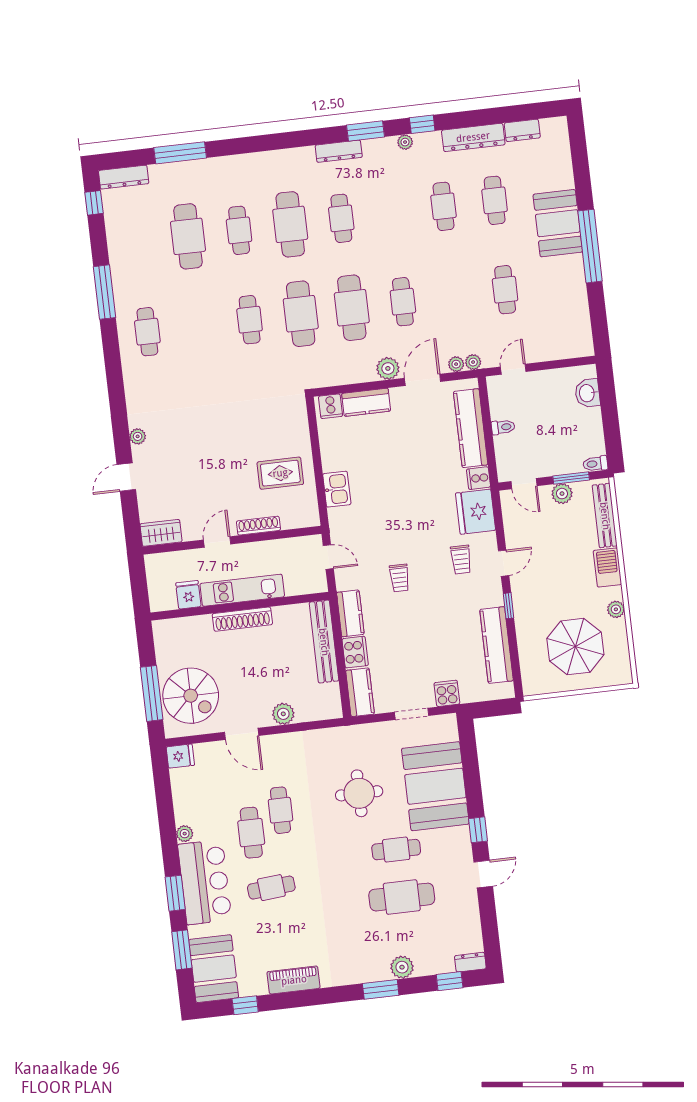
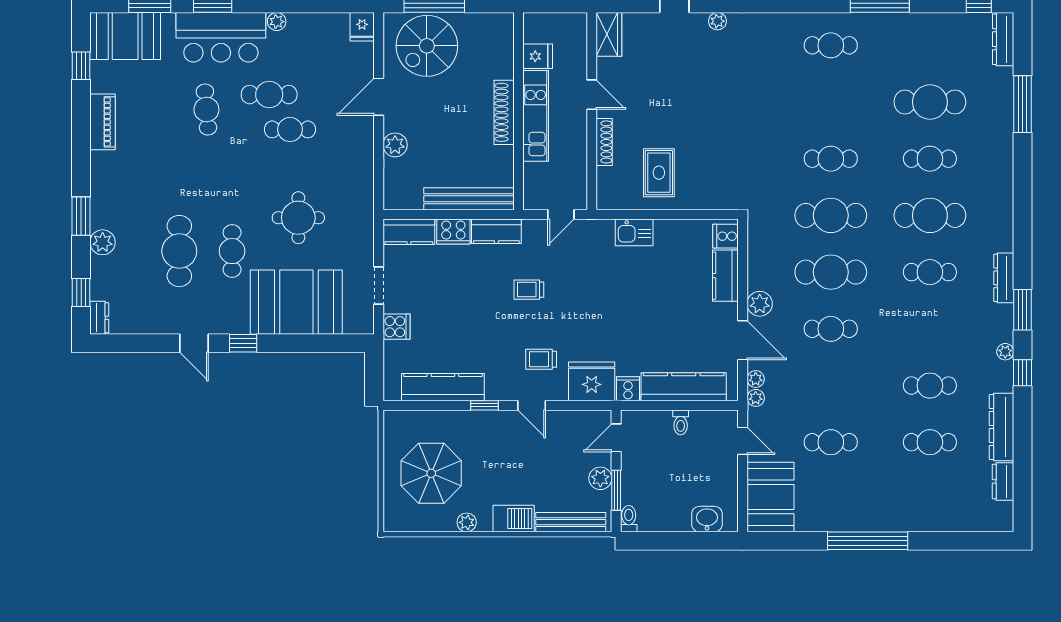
booth: (558, 223) -> (771, 497), moved, turned 90

